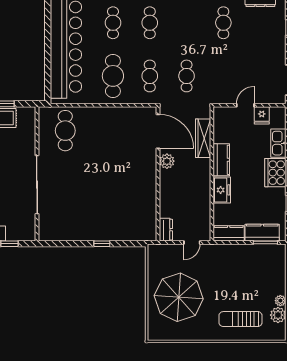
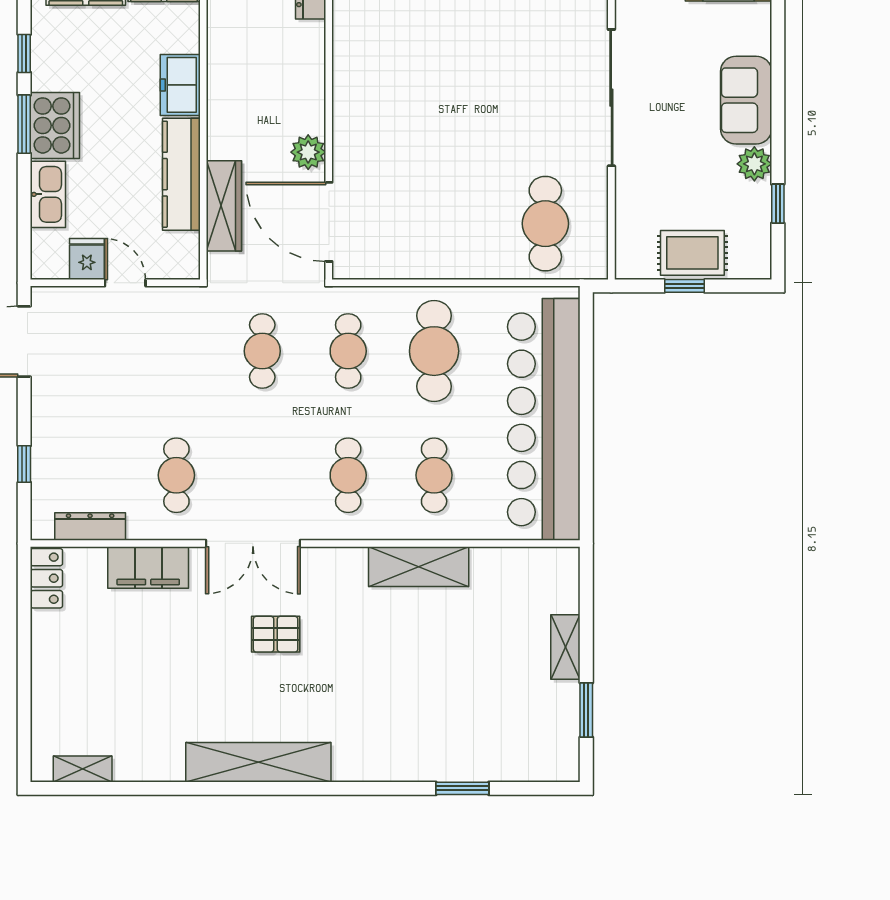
door: (245, 105) -> (125, 283), swing flipped
kitchen counter: (221, 160) -> (181, 174), width x1.50

